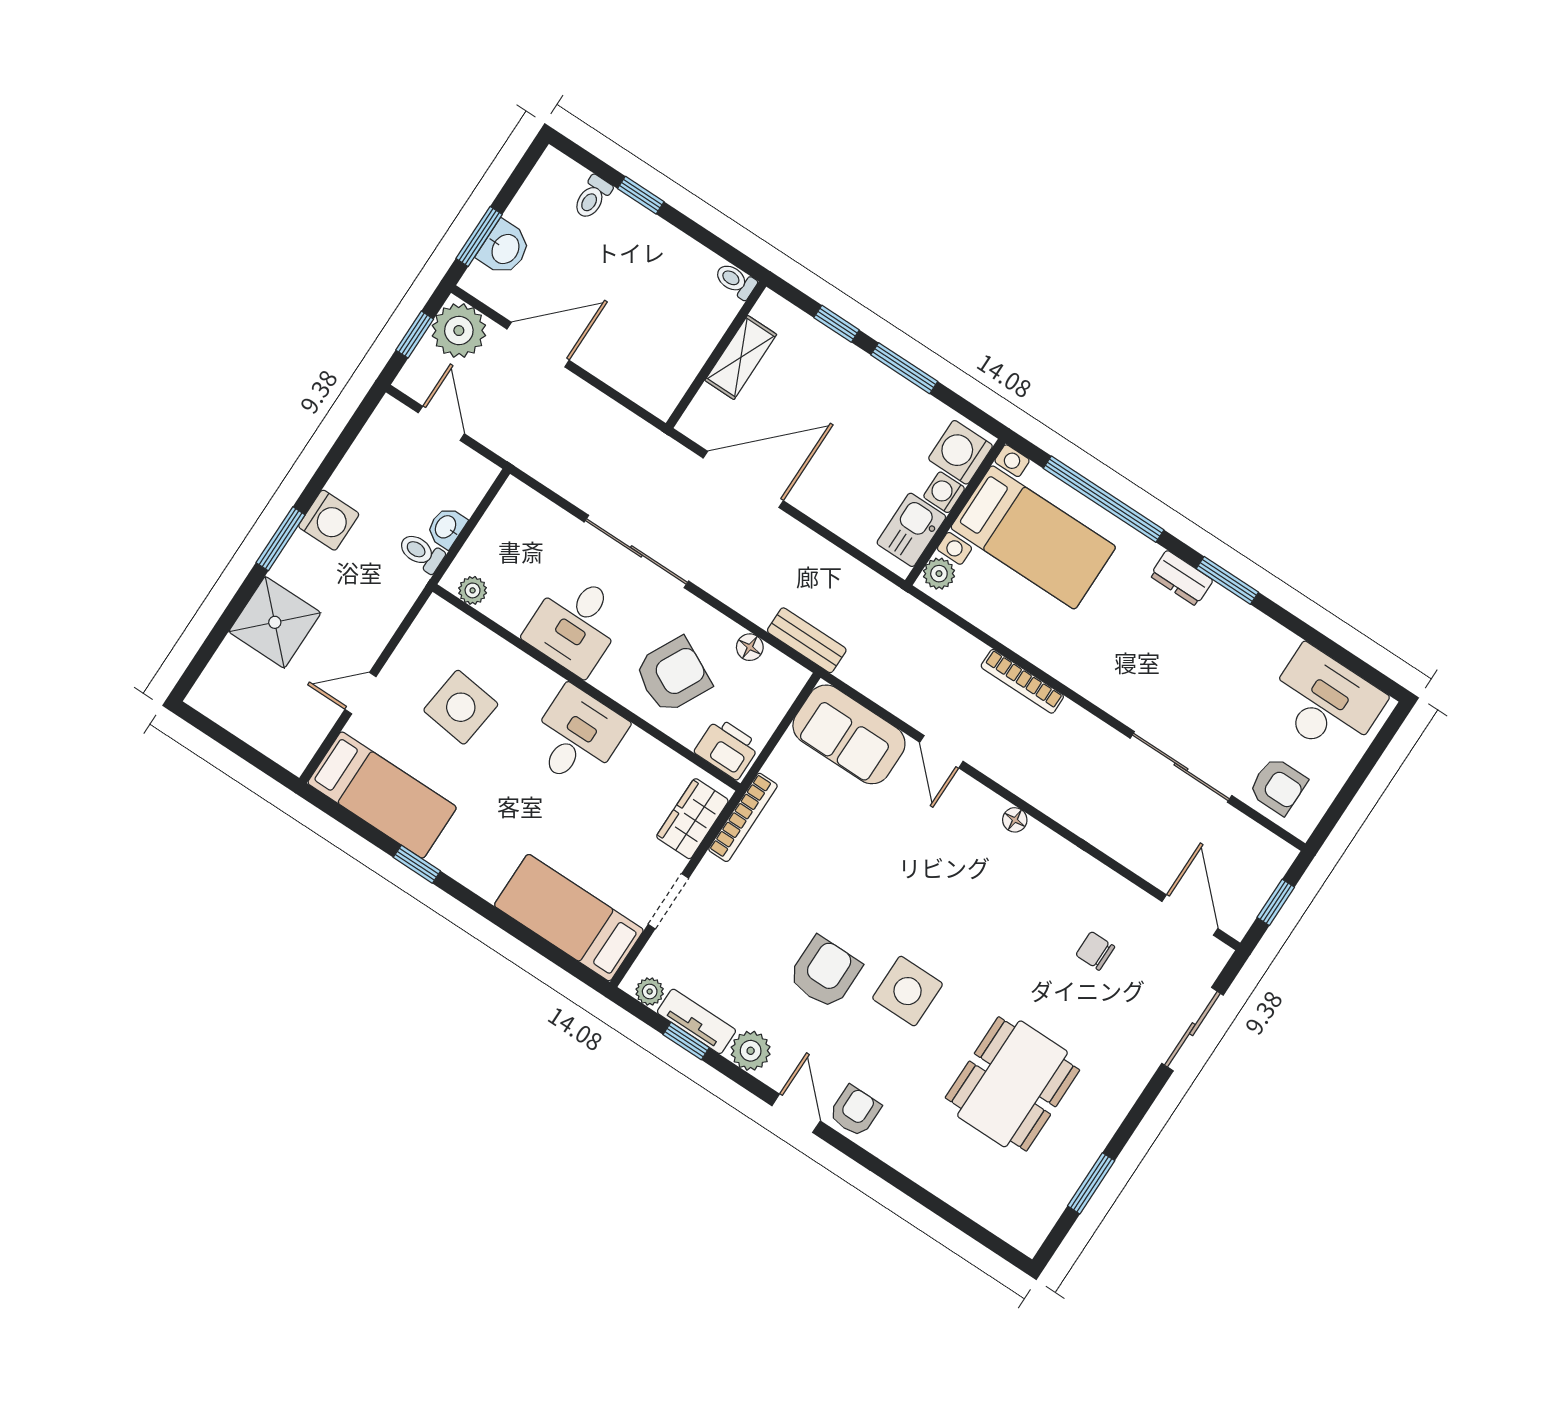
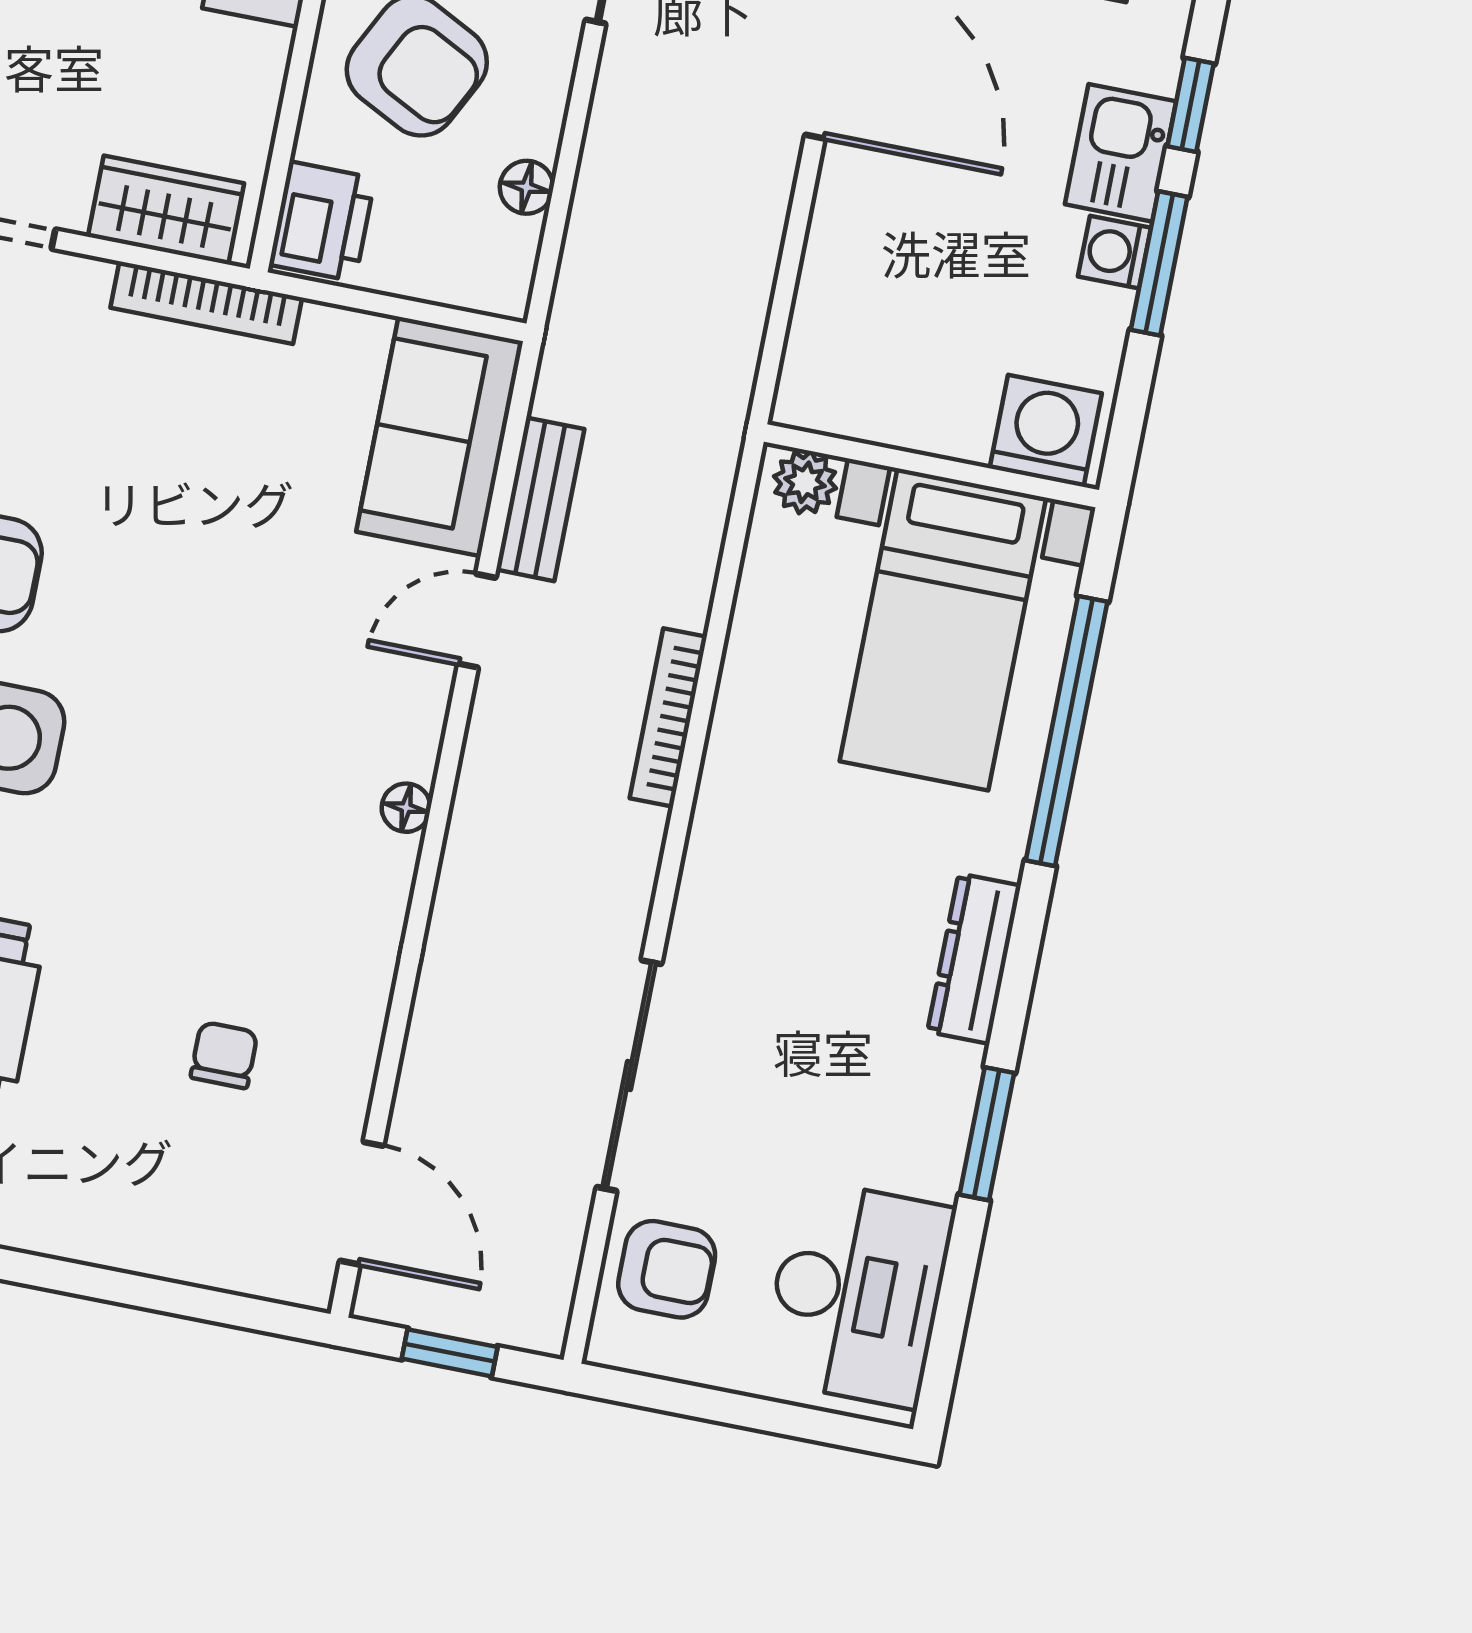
washing machine: (944, 492) -> (1115, 252), moved, turned -90
kitchen sink: (911, 530) -> (1120, 153), moved, turned -90
dresser: (1181, 578) -> (974, 959), width x1.44
window: (1227, 580) -> (987, 1134), moved
bench: (807, 640) -> (540, 499), moved
armchair: (1278, 786) -> (667, 1269), turned -90
door: (1190, 915) -> (362, 1203), hinge flipped
sliding door: (1192, 1029) -> (152, 1294), removed

